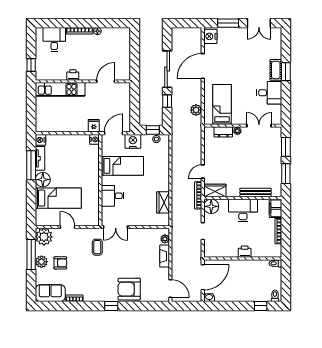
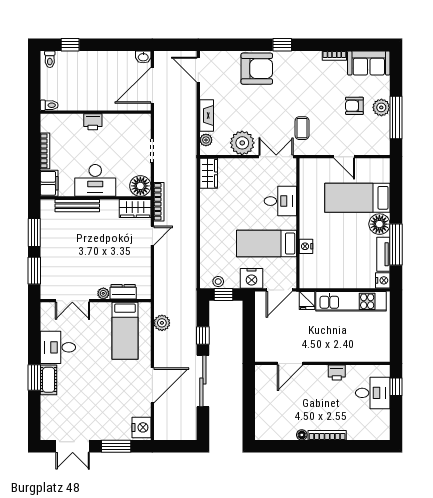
double door: (259, 23) -> (73, 446), swing flipped
desk: (54, 39) -> (373, 393), moved, turned -90
kitchen unit: (60, 89) -> (351, 301), moved, turned 180
nightstand: (94, 139) -> (306, 246), moved
wardrobe: (163, 202) -> (209, 173), moved
plant: (44, 237) -> (242, 143), moved

